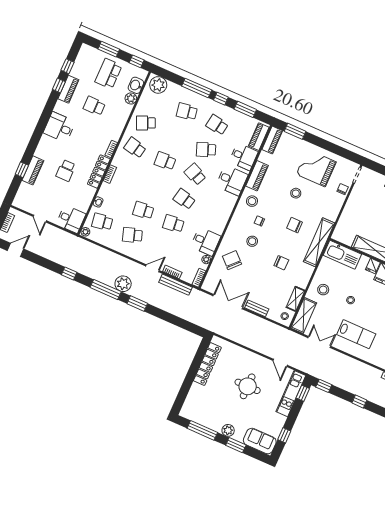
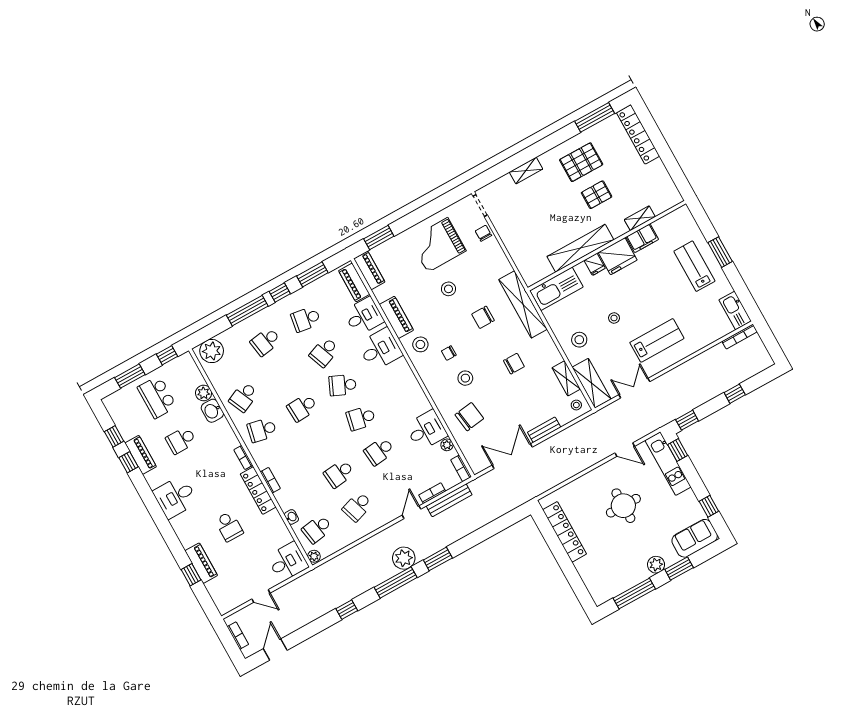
washbasin: (136, 85) -> (212, 411), moved
chair: (232, 260) -> (469, 417), turned 128

